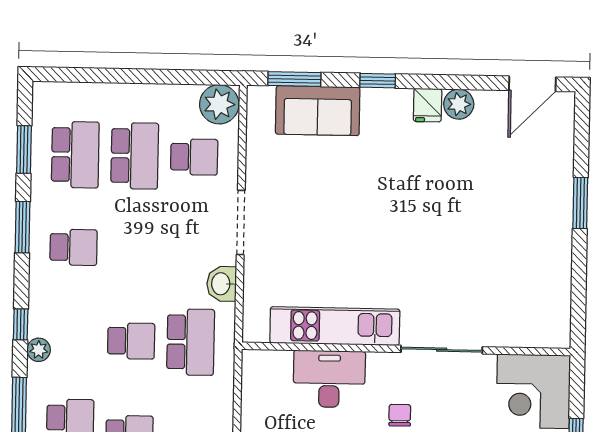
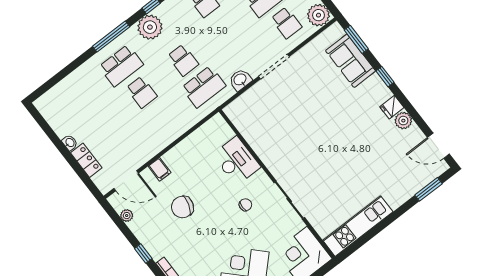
window: (580, 203) -> (429, 189), moved
kitchen unit: (335, 326) -> (358, 226), moved, turned -90
plant: (39, 350) -> (150, 27), width x1.88, depth x1.88

